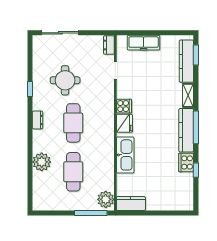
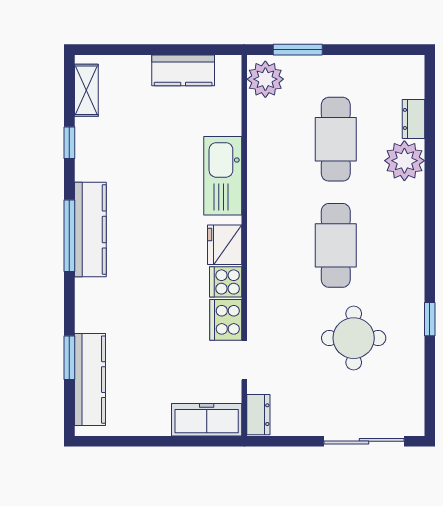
freezer: (144, 43) -> (207, 420), moved
window: (196, 55) -> (69, 358), moved
shelving: (188, 95) -> (86, 90), moved
dresser: (37, 120) -> (414, 119), moved
cooker: (186, 162) -> (226, 320), moved, turned 180
kitchen counter: (131, 203) -> (183, 70), moved
window: (91, 213) -> (298, 50), width x0.69

